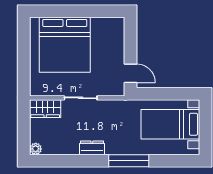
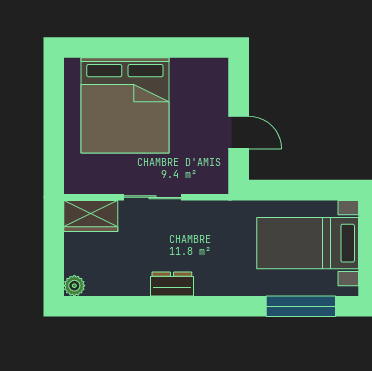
door: (130, 73) -> (239, 133), moved
window: (129, 161) -> (301, 306), moved

